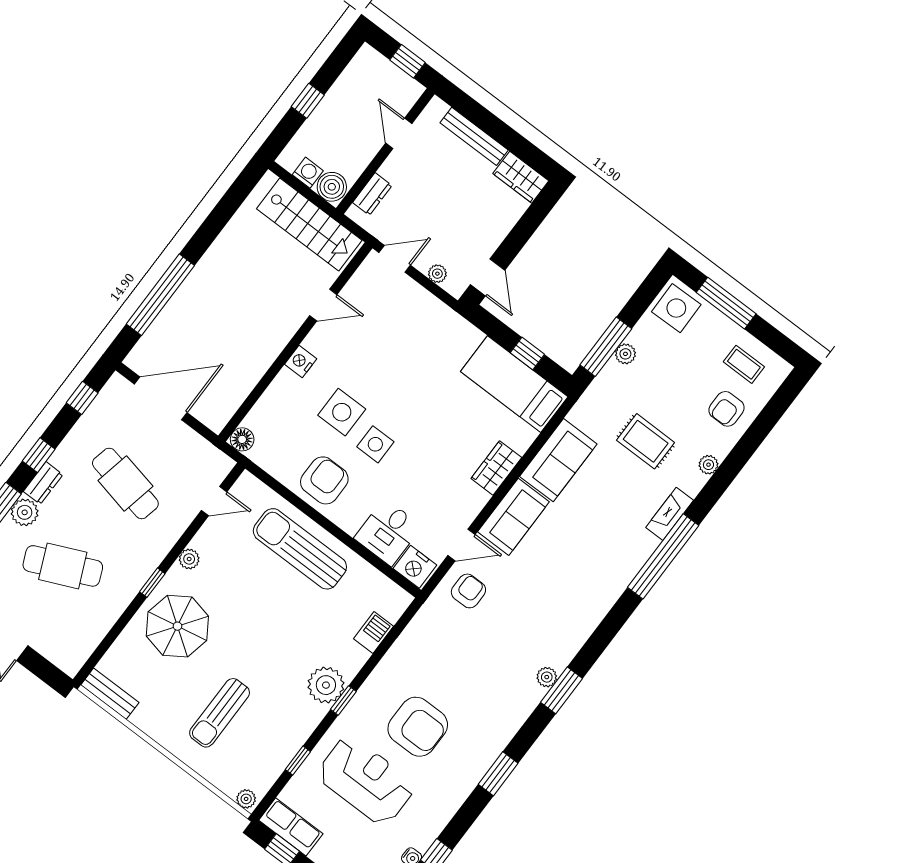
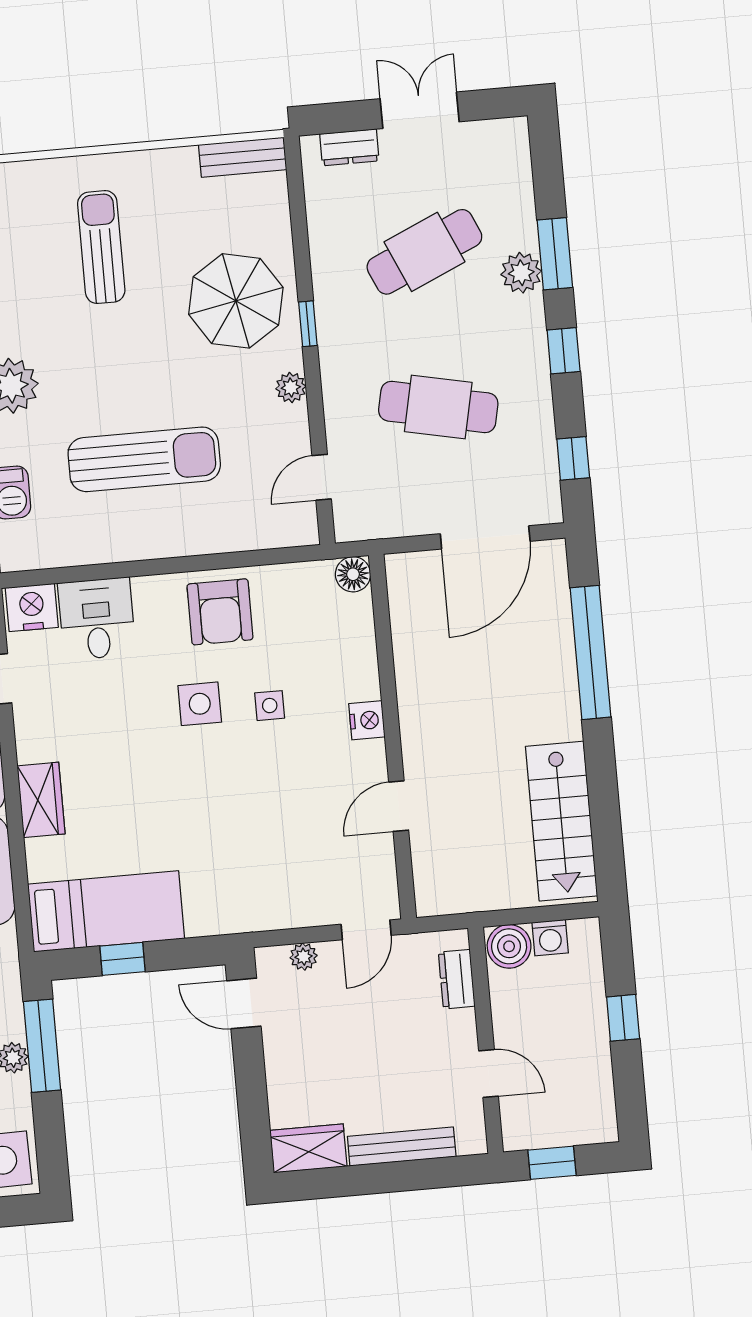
stairs: (309, 225) -> (561, 821), moved, turned -90
side table: (342, 412) -> (270, 706), width x0.54, depth x0.54
dresser: (43, 483) -> (349, 147), moved, turned -90
sun lounger: (300, 549) -> (144, 459), moved

